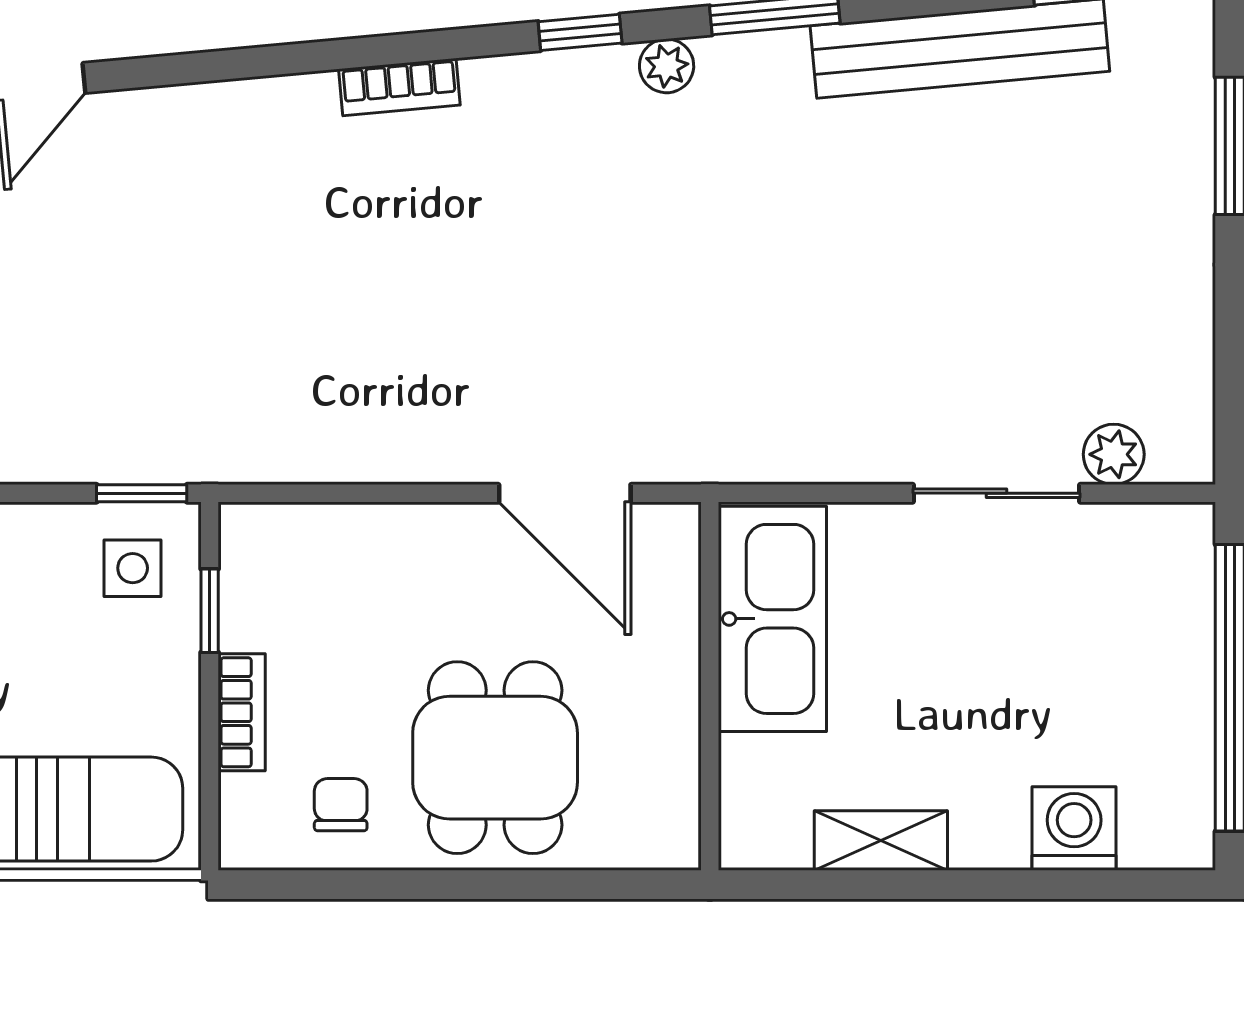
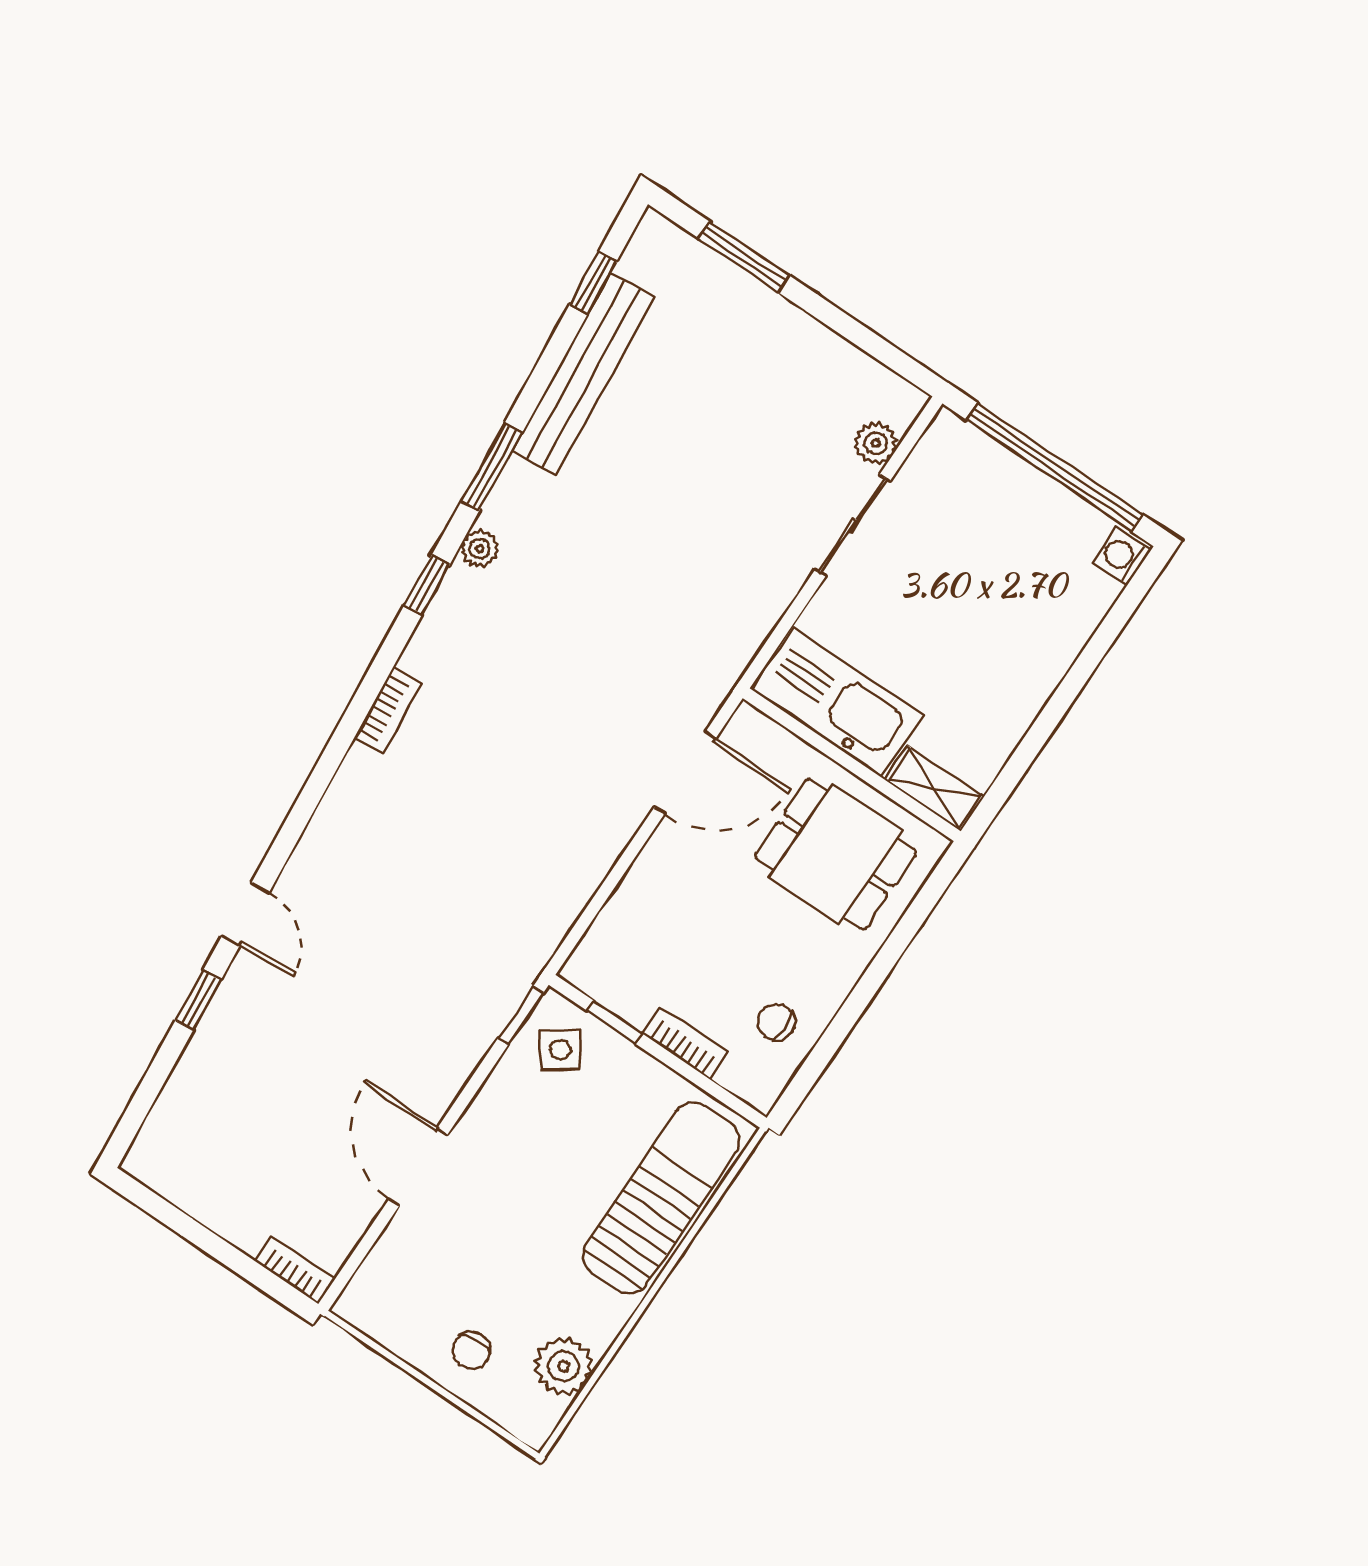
side table: (133, 568) -> (560, 1050), turned -35
dining table: (495, 758) -> (836, 854), moved
washing machine: (1074, 829) -> (1122, 556), moved, width x0.73, depth x0.73
shelving: (881, 840) -> (934, 788), moved, turned 90

